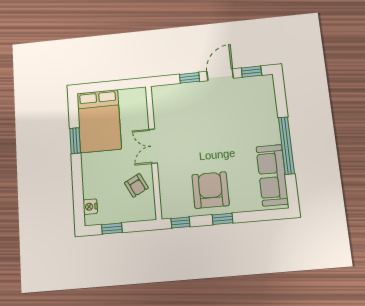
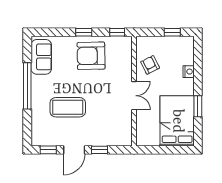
coffee table: (233, 124) -> (68, 107), added
sofa: (272, 175) -> (41, 57), width x0.73
armchair: (211, 190) -> (91, 56), turned 89
nightstand: (90, 207) -> (189, 72), moved

